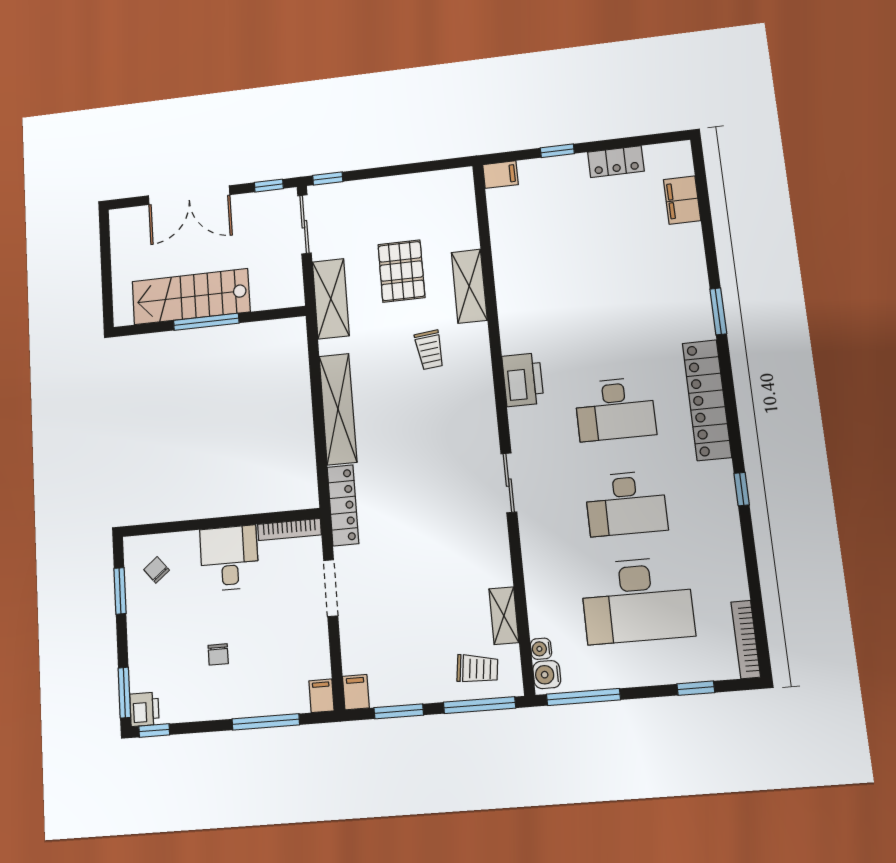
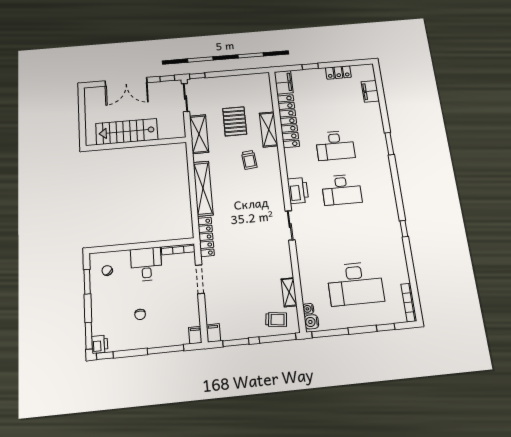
filing cabinet: (500, 175) -> (284, 82), width x2.00
window: (206, 322) -> (135, 144), removed
printer: (523, 380) -> (298, 190), moved
locker: (707, 400) -> (288, 121), moved, turned 180
desk: (626, 503) -> (335, 146), moved

